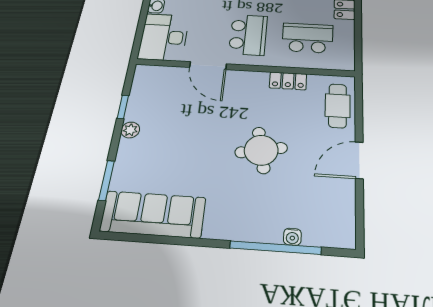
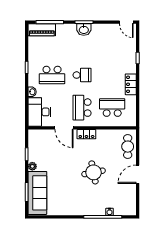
school desk: (248, 35) -> (82, 108), turned 180
locker: (288, 81) -> (86, 134), moved
sofa: (153, 214) -> (37, 193), moved, turned 90

